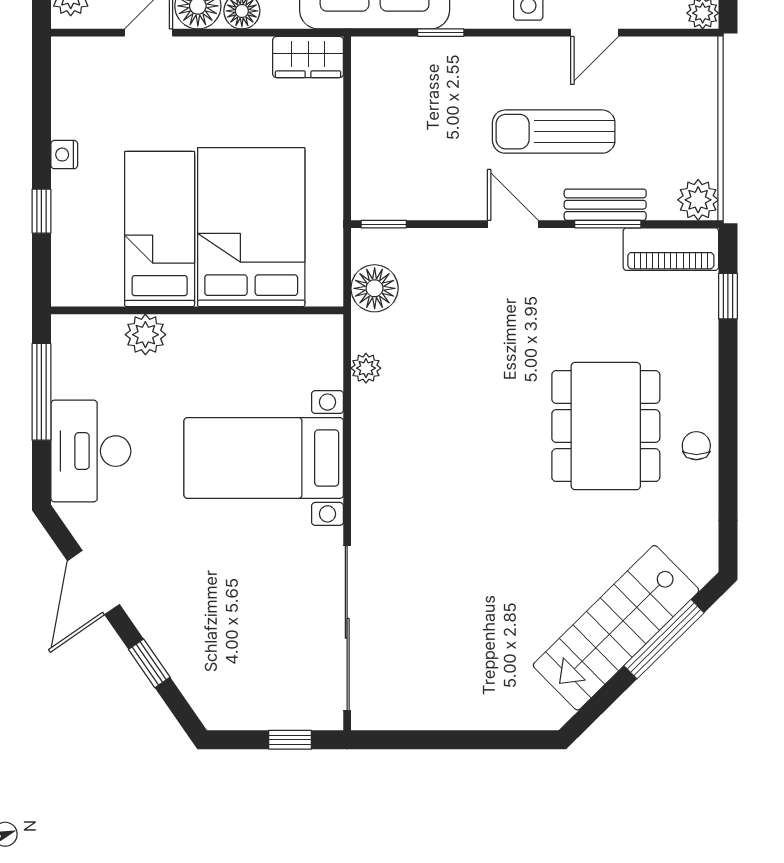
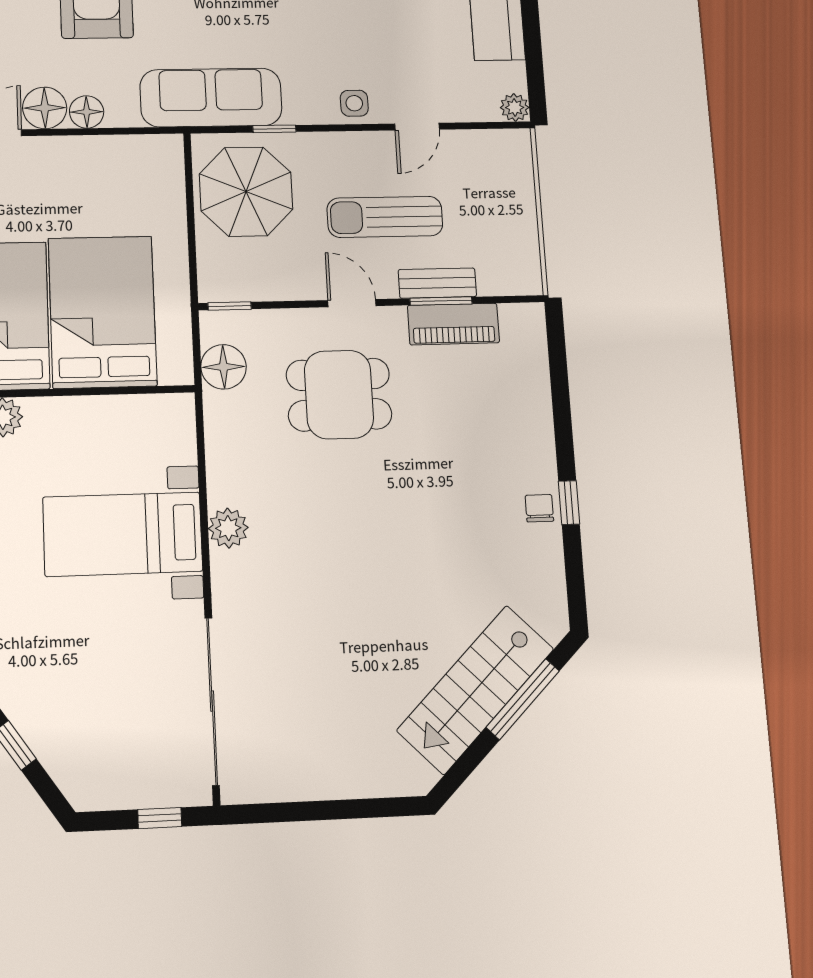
wardrobe: (308, 57) -> (151, 153), removed
parasol: (407, 101) -> (246, 192), added
plant: (698, 200) -> (523, 277), removed
piano: (671, 249) -> (453, 324), moved
window: (728, 296) -> (569, 503), moved
plant: (366, 368) -> (228, 528), moved, width x1.38, depth x1.38
dining table: (606, 426) -> (339, 395), moved, width x0.73

